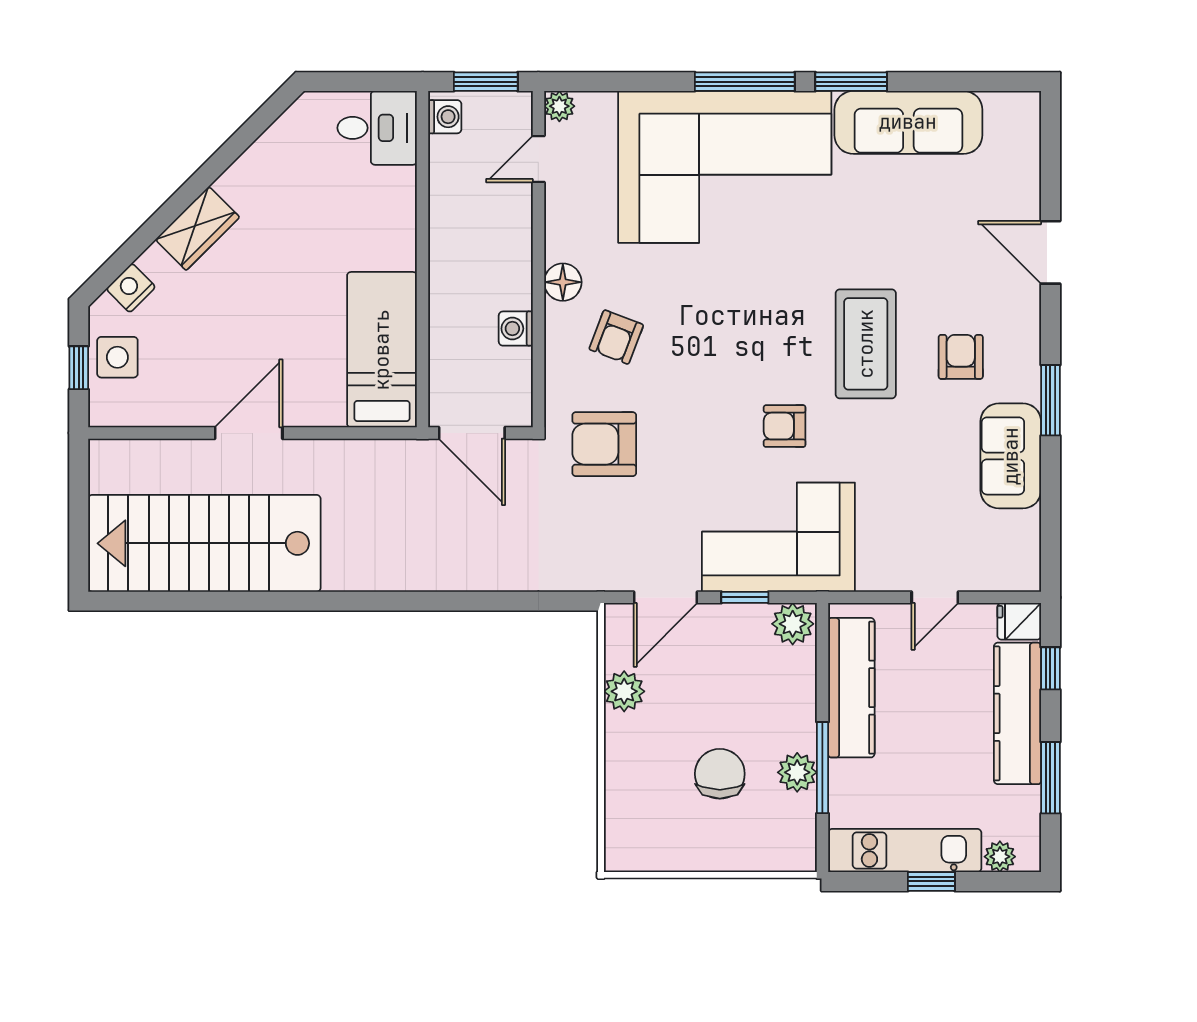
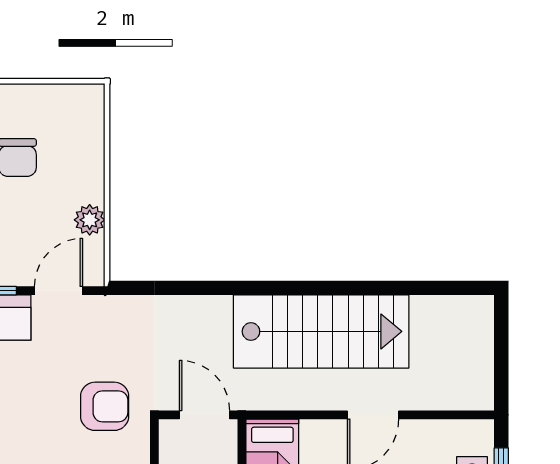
stairs: (204, 543) -> (321, 331), moved

